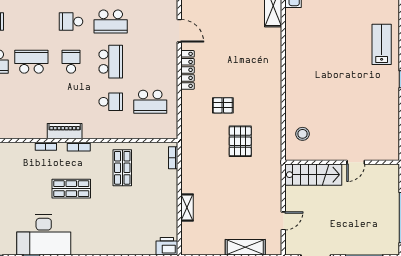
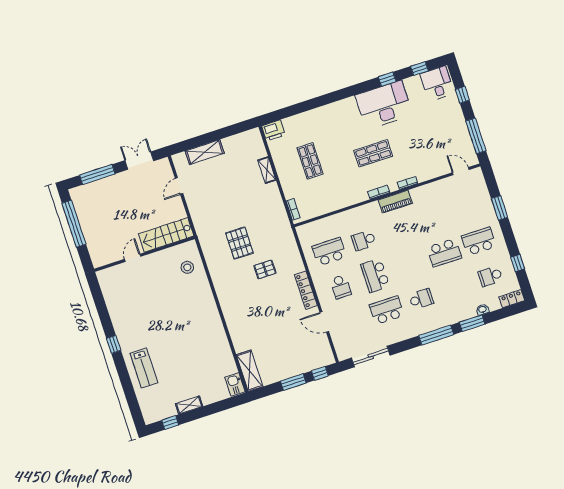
school desk: (71, 62) -> (341, 287), moved
shop shelf: (122, 168) -> (310, 161), moved

